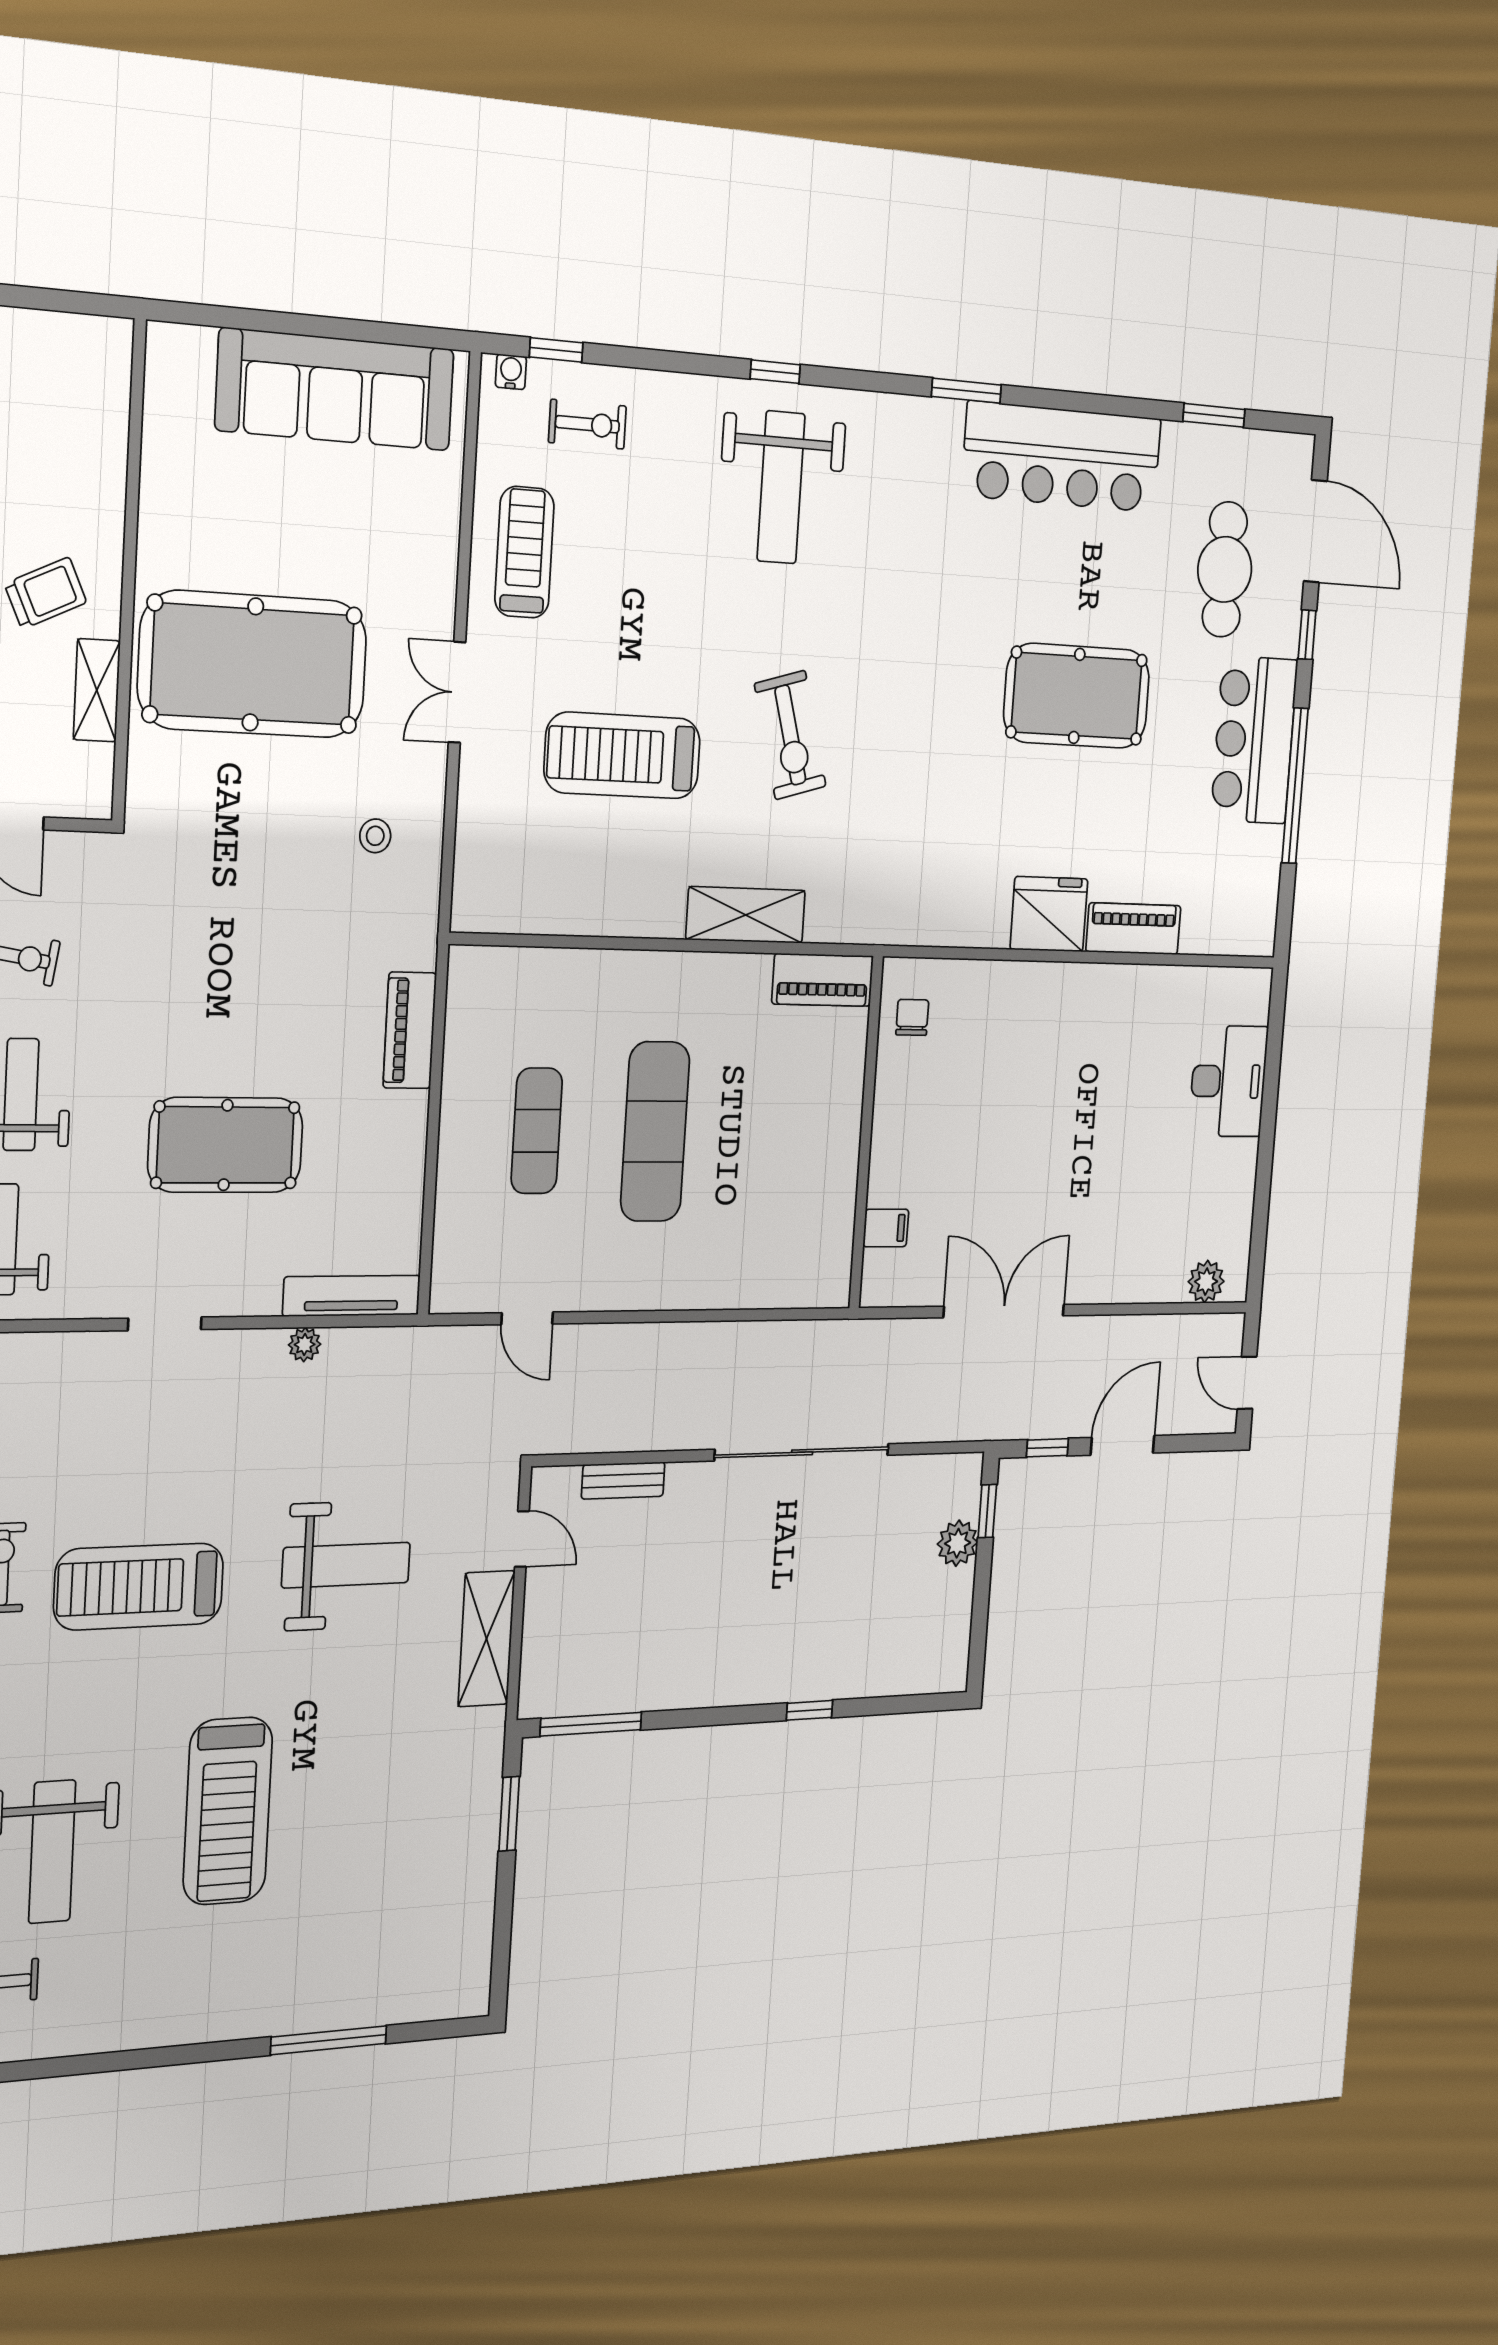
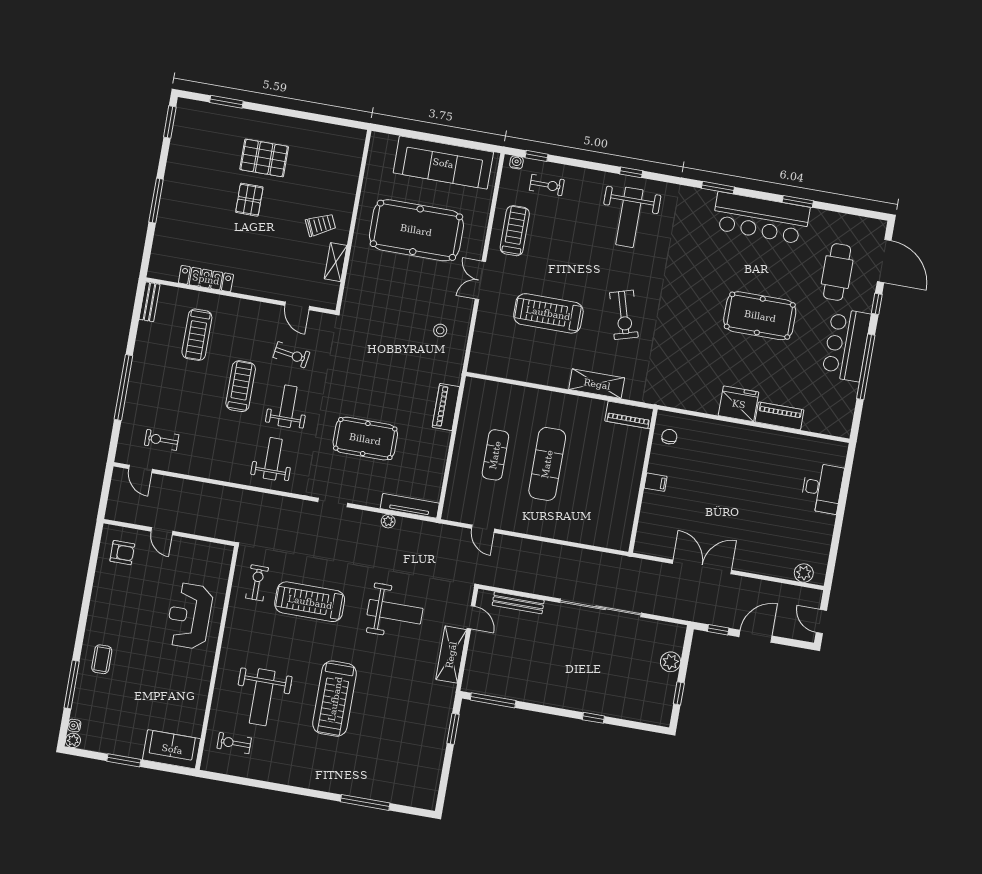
window: (1214, 415) -> (798, 201), moved
pool table: (253, 664) -> (416, 230), moved
filing cabinet: (886, 1228) -> (656, 482), moved
bench: (623, 1480) -> (518, 603), width x1.36
window: (987, 1511) -> (679, 693), moved

